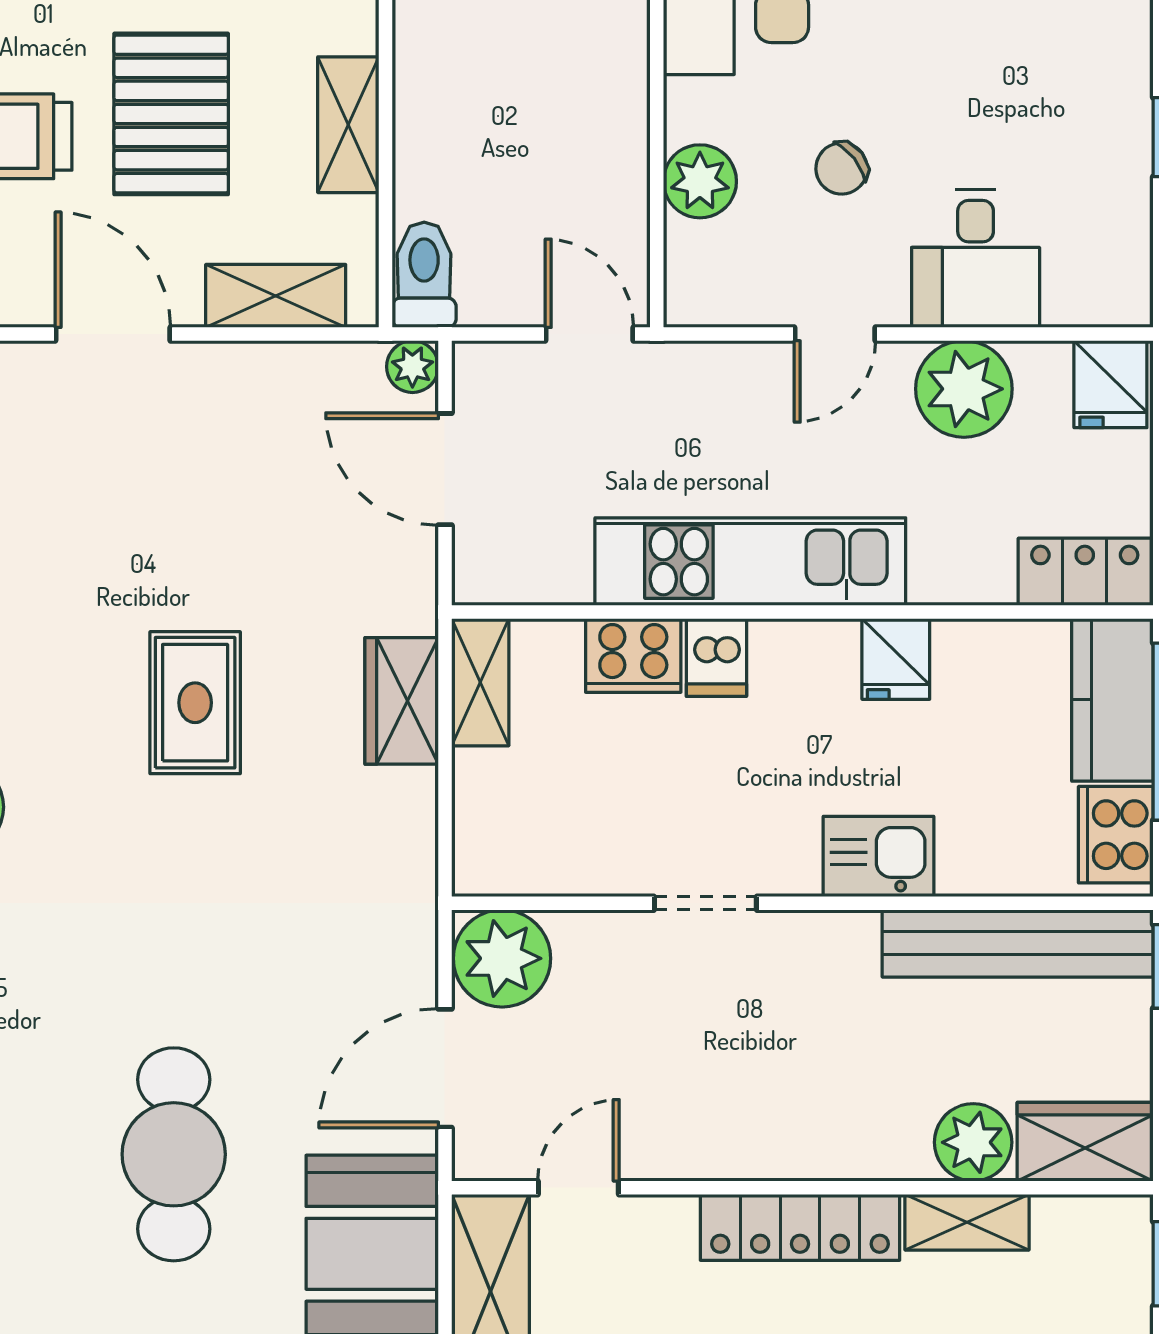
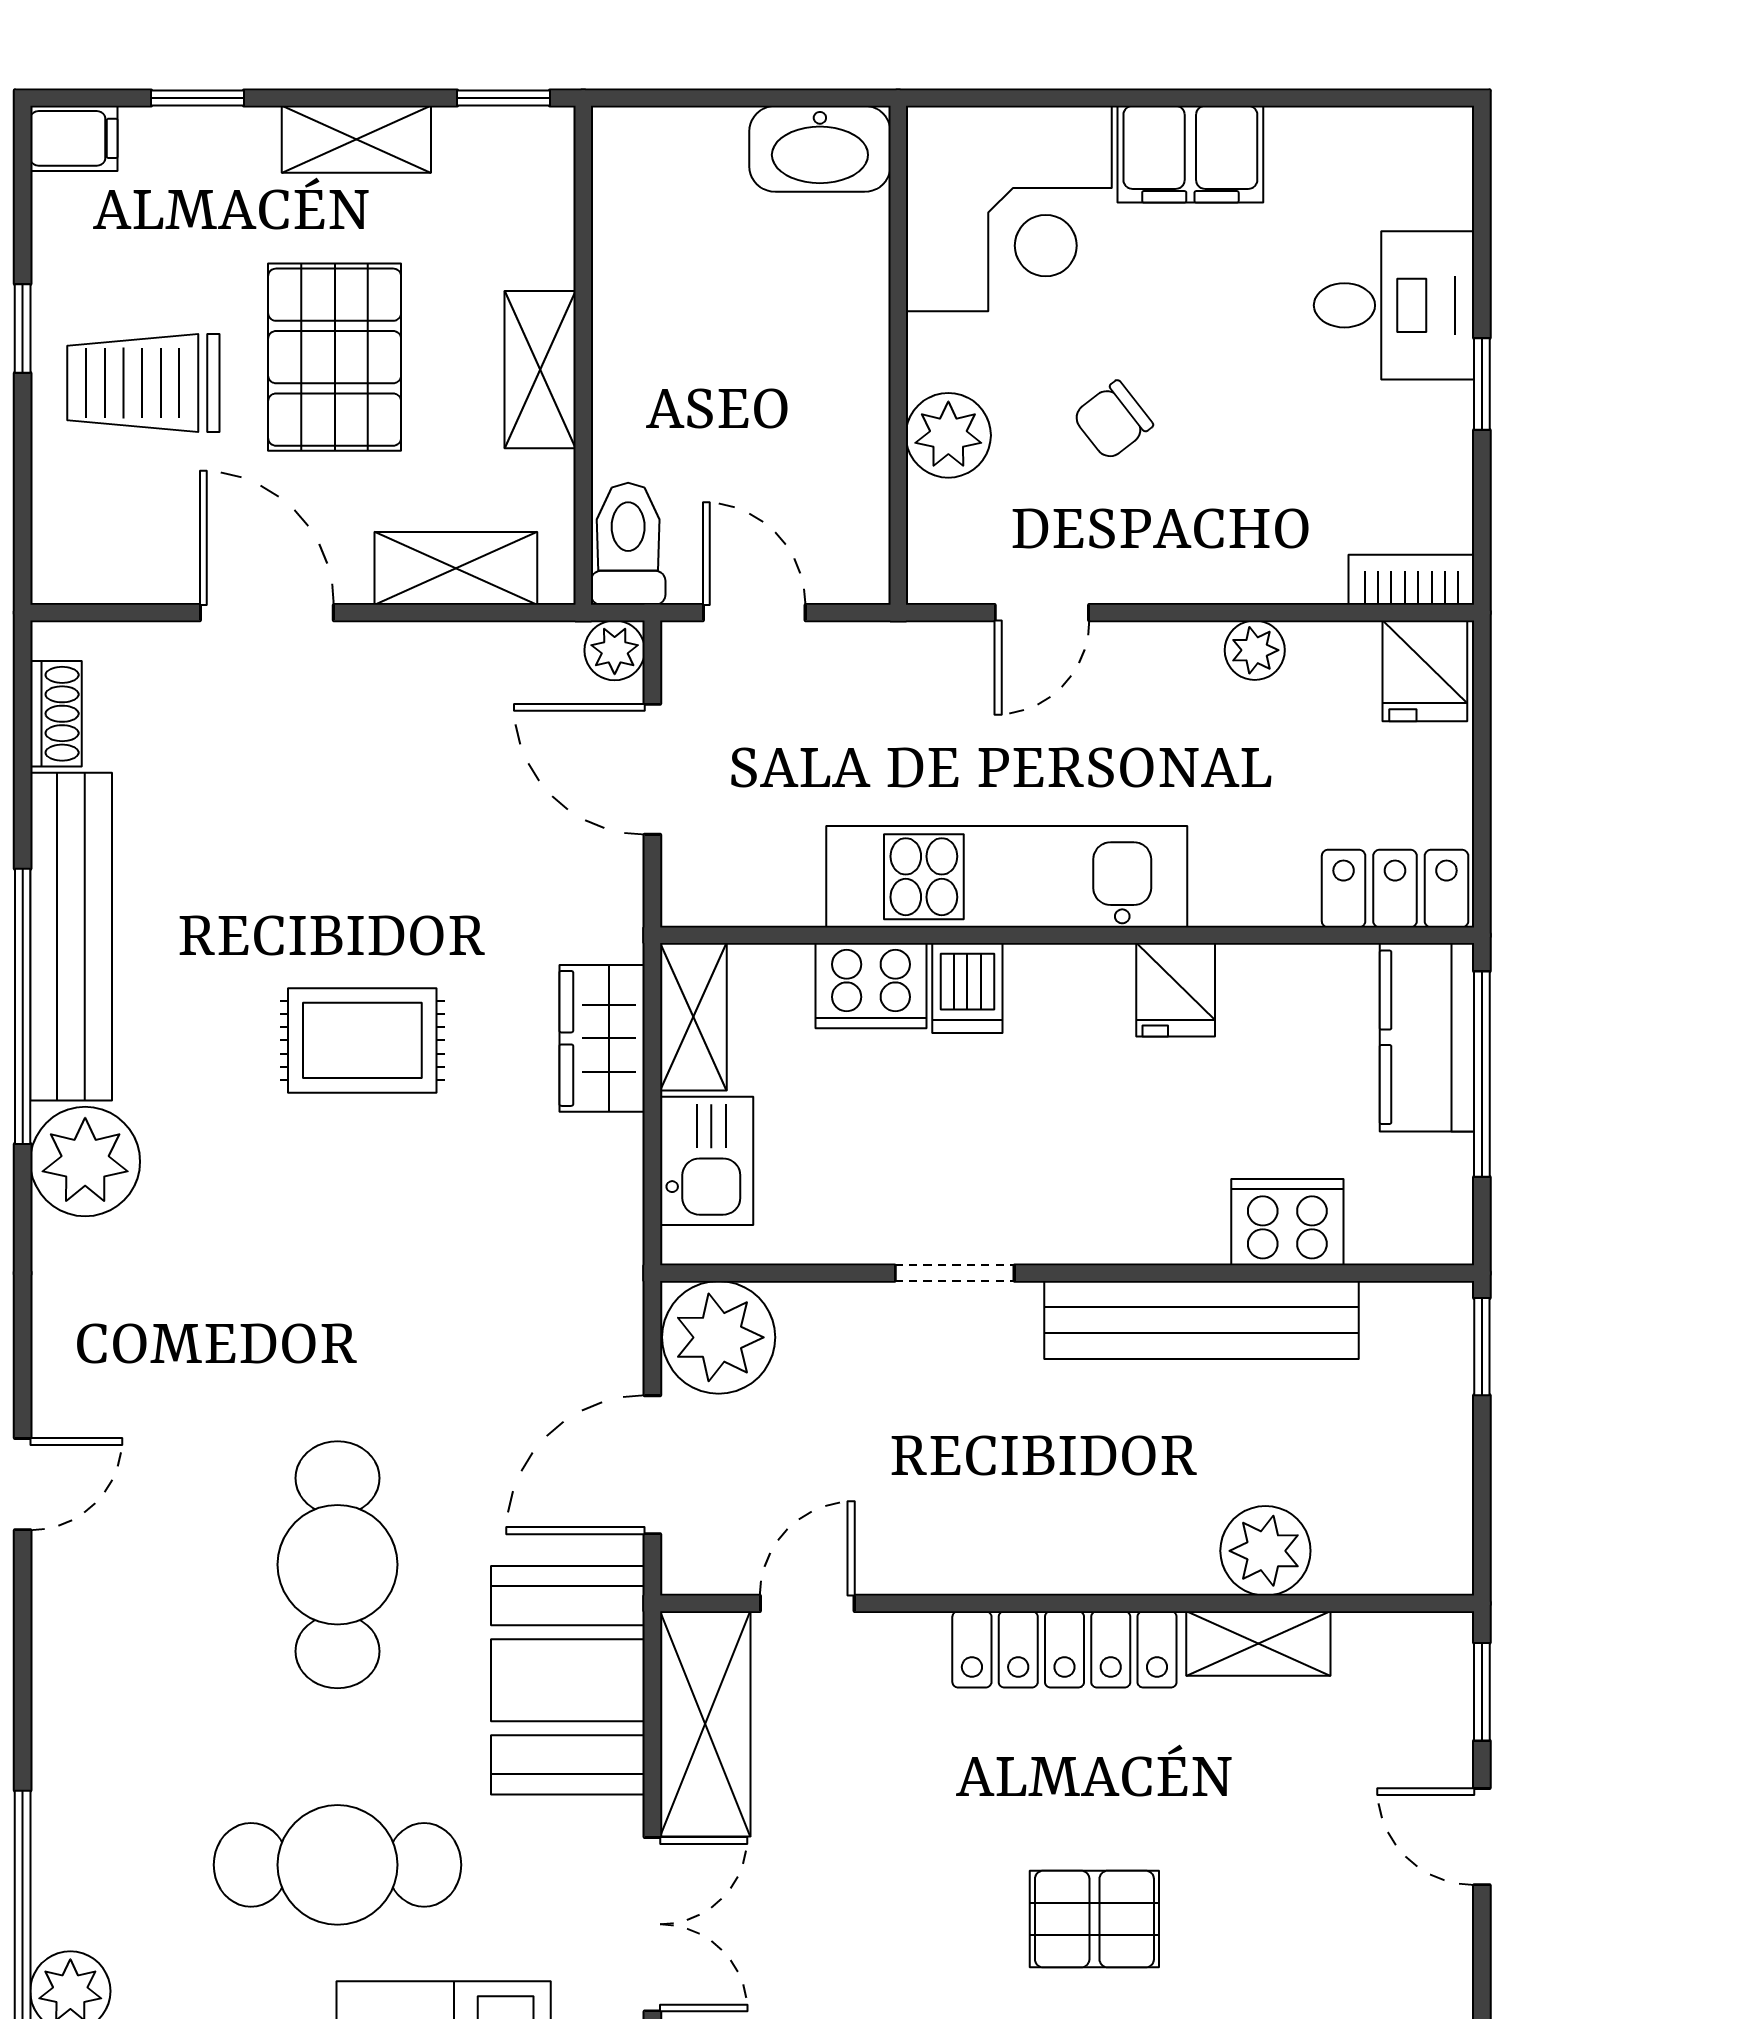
desk: (976, 258) -> (1394, 305), moved, turned -90
bookcase: (1099, 306) -> (1411, 580), added
door: (589, 334) -> (754, 613), moved
door: (835, 334) -> (1042, 613), moved
plant: (964, 389) -> (1255, 650), width x0.53, depth x0.53
rug: (195, 703) -> (362, 1040), turned 90
cooker: (1116, 835) -> (1287, 1222), moved, turned 90
kitchen sink: (879, 856) -> (707, 1161), moved, turned 90
bench: (1018, 943) -> (1202, 1320), moved
wardrobe: (1085, 1142) -> (1395, 1550), removed

